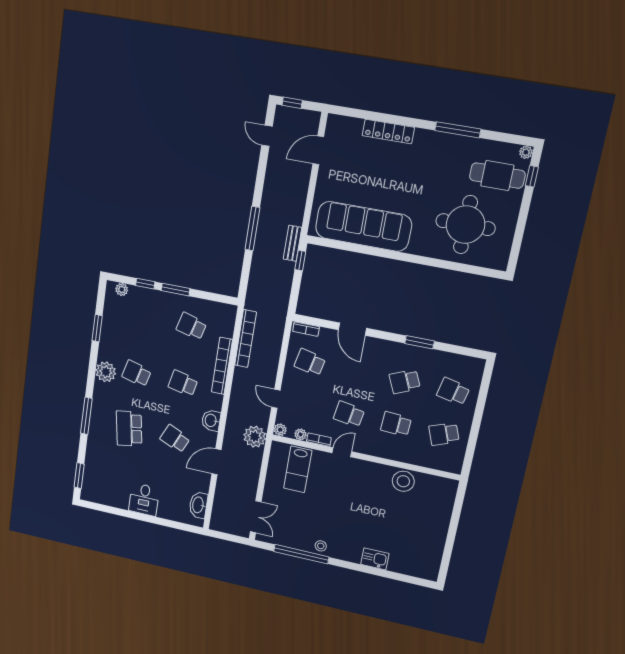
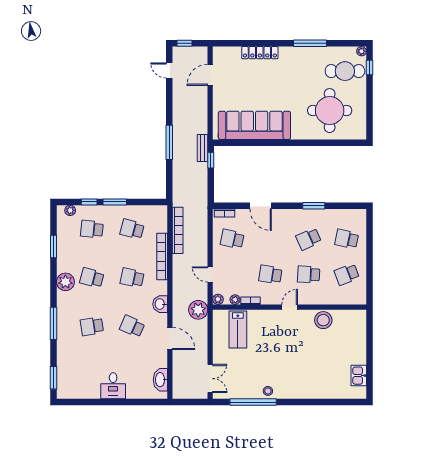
school desk: (144, 317) -> (92, 229), added
school desk: (129, 429) -> (92, 326), width x0.54
door: (342, 452) -> (290, 307), moved
door: (216, 462) -> (170, 338), swing flipped
kitchen sink: (375, 559) -> (359, 376), moved, turned -90

